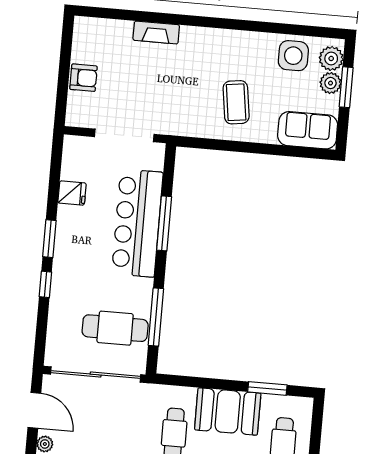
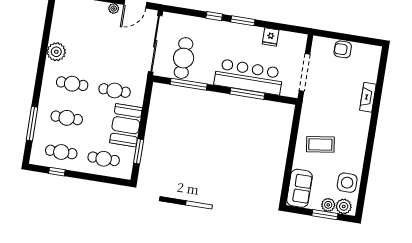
armchair: (83, 78) -> (343, 49), turned 90

